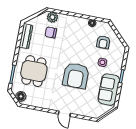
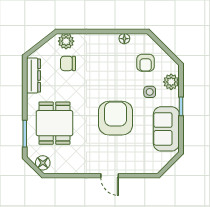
plant: (118, 58) -> (171, 82), added
armchair: (76, 76) -> (116, 118), turned 180

